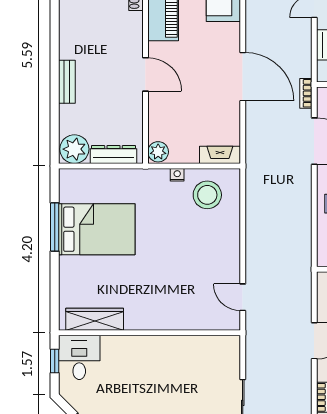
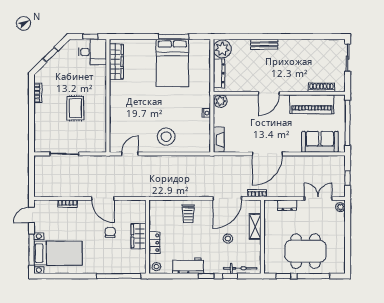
stool: (207, 195) -> (166, 137), moved
rug: (170, 385) -> (75, 108), added

